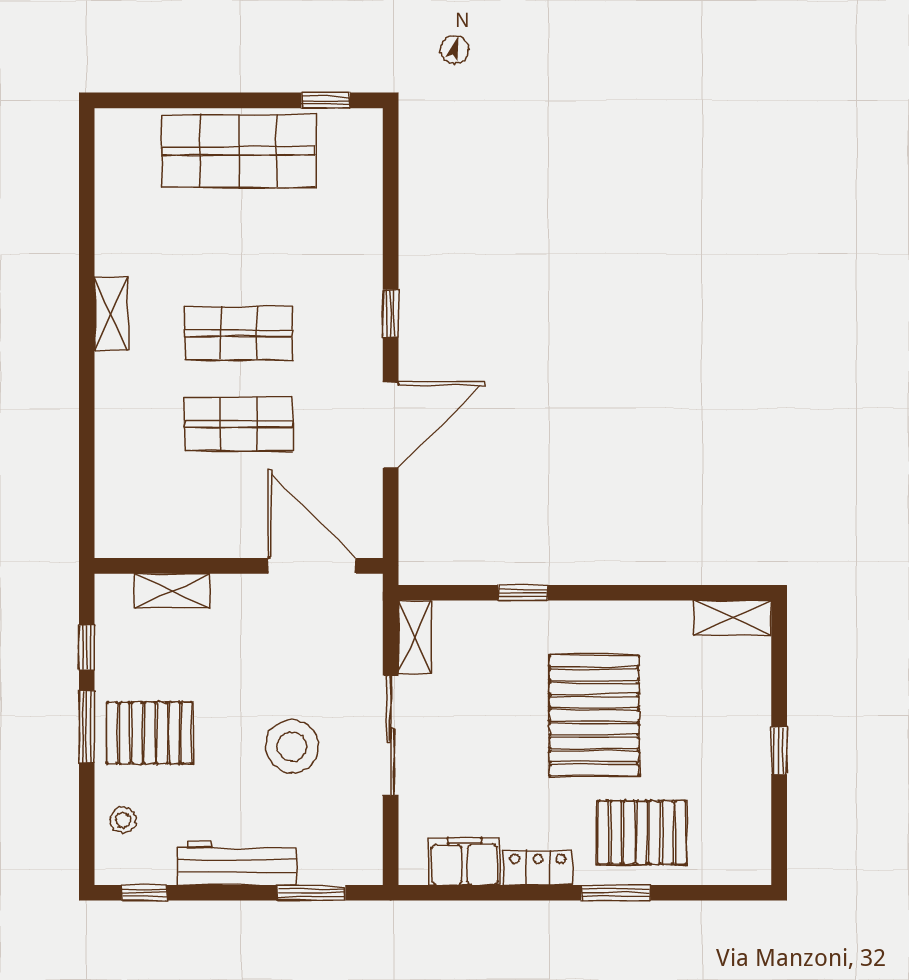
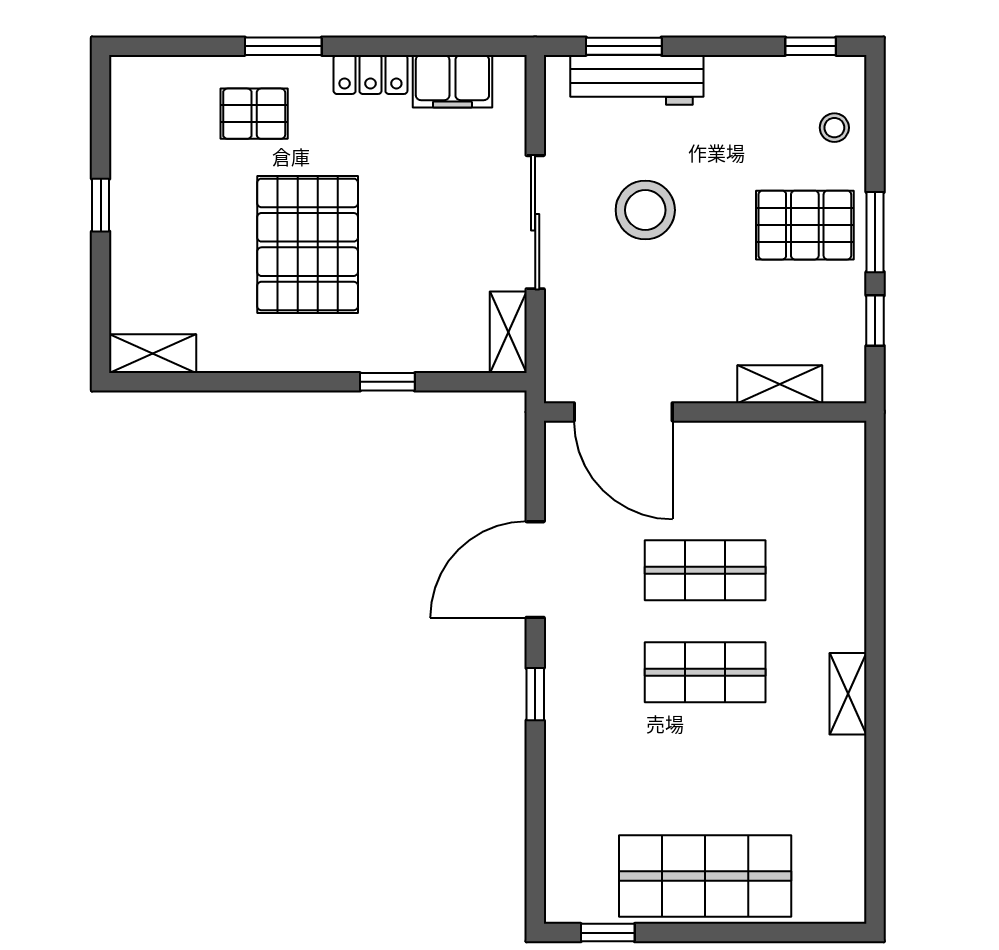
pallet: (642, 833) -> (254, 114), width x0.67, depth x0.71
workbench: (237, 863) -> (637, 80), moved

